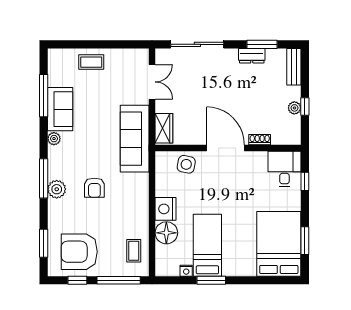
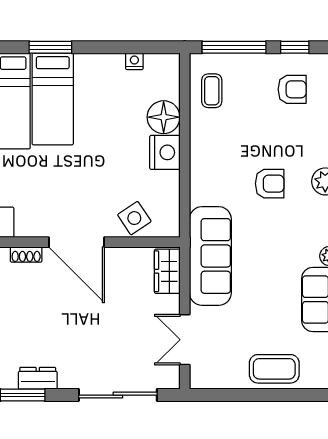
coffee table: (91, 62) -> (274, 369), width x1.36, depth x1.30
side table: (186, 164) -> (134, 218), turned 45
armchair: (94, 188) -> (270, 184), turned 90
bed: (207, 245) -> (53, 99), moved
armchair: (79, 252) -> (292, 89), width x0.53, depth x0.53
window: (211, 280) -> (50, 47), moved

